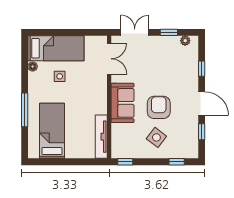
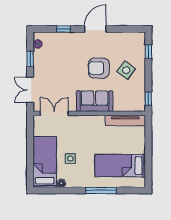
window: (202, 132) -> (121, 29), removed

